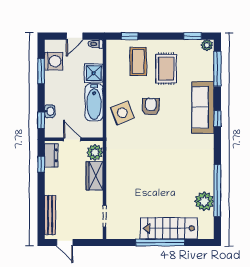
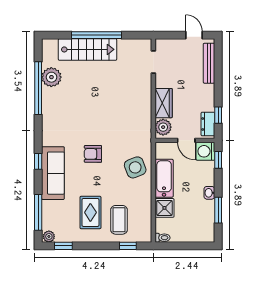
door: (75, 36) -> (184, 246), removed
washing machine: (54, 61) -> (205, 151), moved
armchair: (151, 107) -> (93, 154), moved, turned 90
washbasin: (50, 111) -> (209, 193), moved

